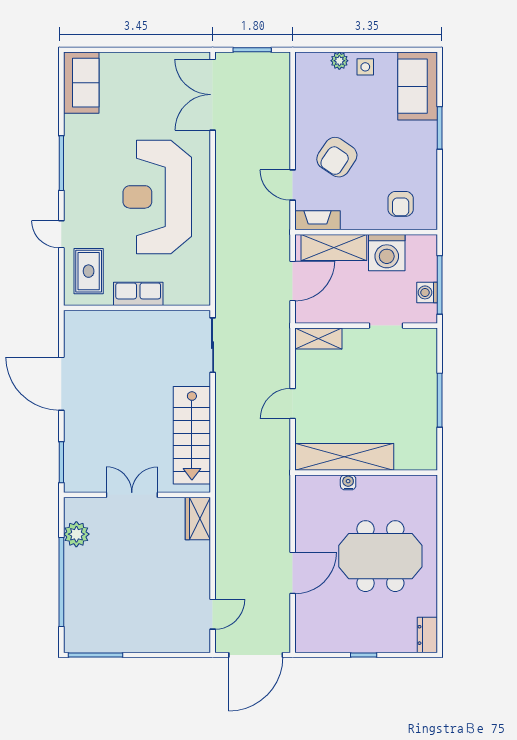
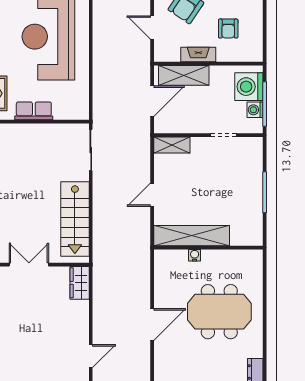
armchair: (401, 204) -> (228, 29), moved
fireplace: (318, 220) -> (198, 55), moved
washing machine: (387, 253) -> (249, 87), moved, turned 90

